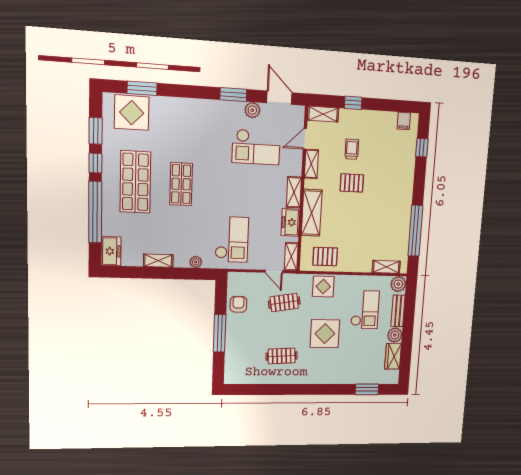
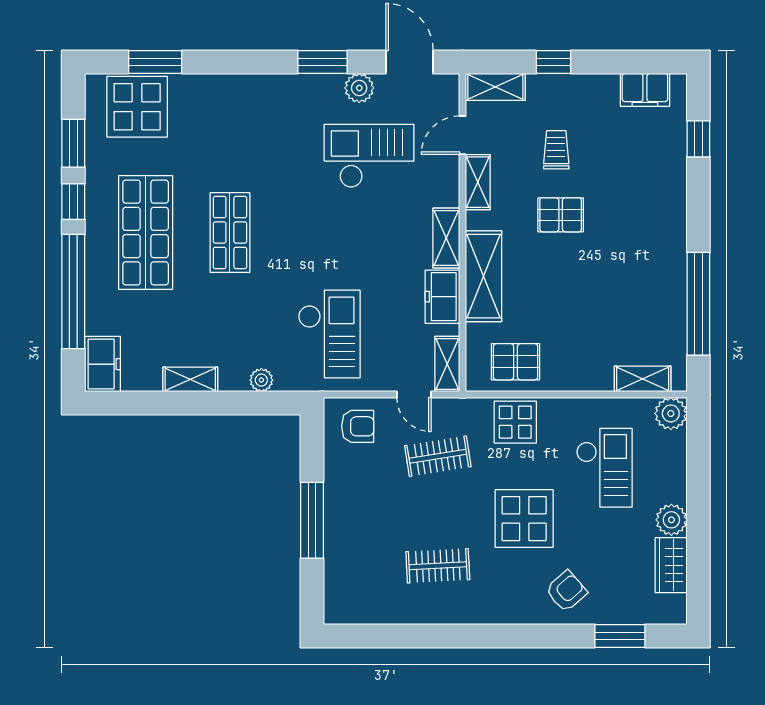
filing cabinet: (404, 121) -> (645, 90), width x2.00
checkout: (256, 147) -> (369, 156), turned 180
armchair: (238, 304) -> (358, 426), moved, turned 90
bench: (398, 311) -> (674, 469), removed
armchair: (343, 368) -> (566, 591), added

